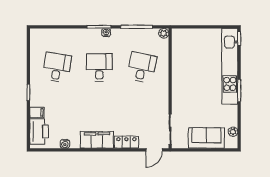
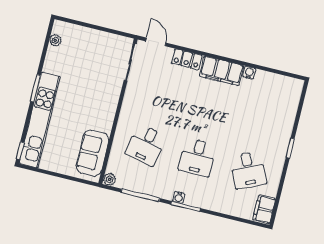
desk: (57, 67) -> (248, 170), turned -33
filing cabinet: (37, 112) -> (264, 209), moved, width x2.00
printer: (39, 132) -> (289, 98), removed
sofa: (206, 138) -> (93, 153), moved, turned 90
water cooler: (65, 144) -> (249, 73), moved
door: (154, 150) -> (156, 42), hinge flipped

